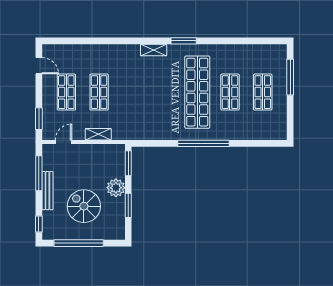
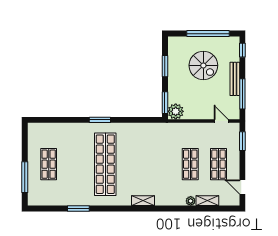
window: (184, 41) -> (78, 208), moved
plant: (99, 50) -> (191, 201), added
shop shelf: (230, 92) -> (77, 164), removed
shelving: (98, 134) -> (207, 201), moved
door: (63, 142) -> (221, 121), swing flipped
window: (204, 143) -> (100, 120), width x0.47
plant: (116, 188) -> (176, 111), moved

